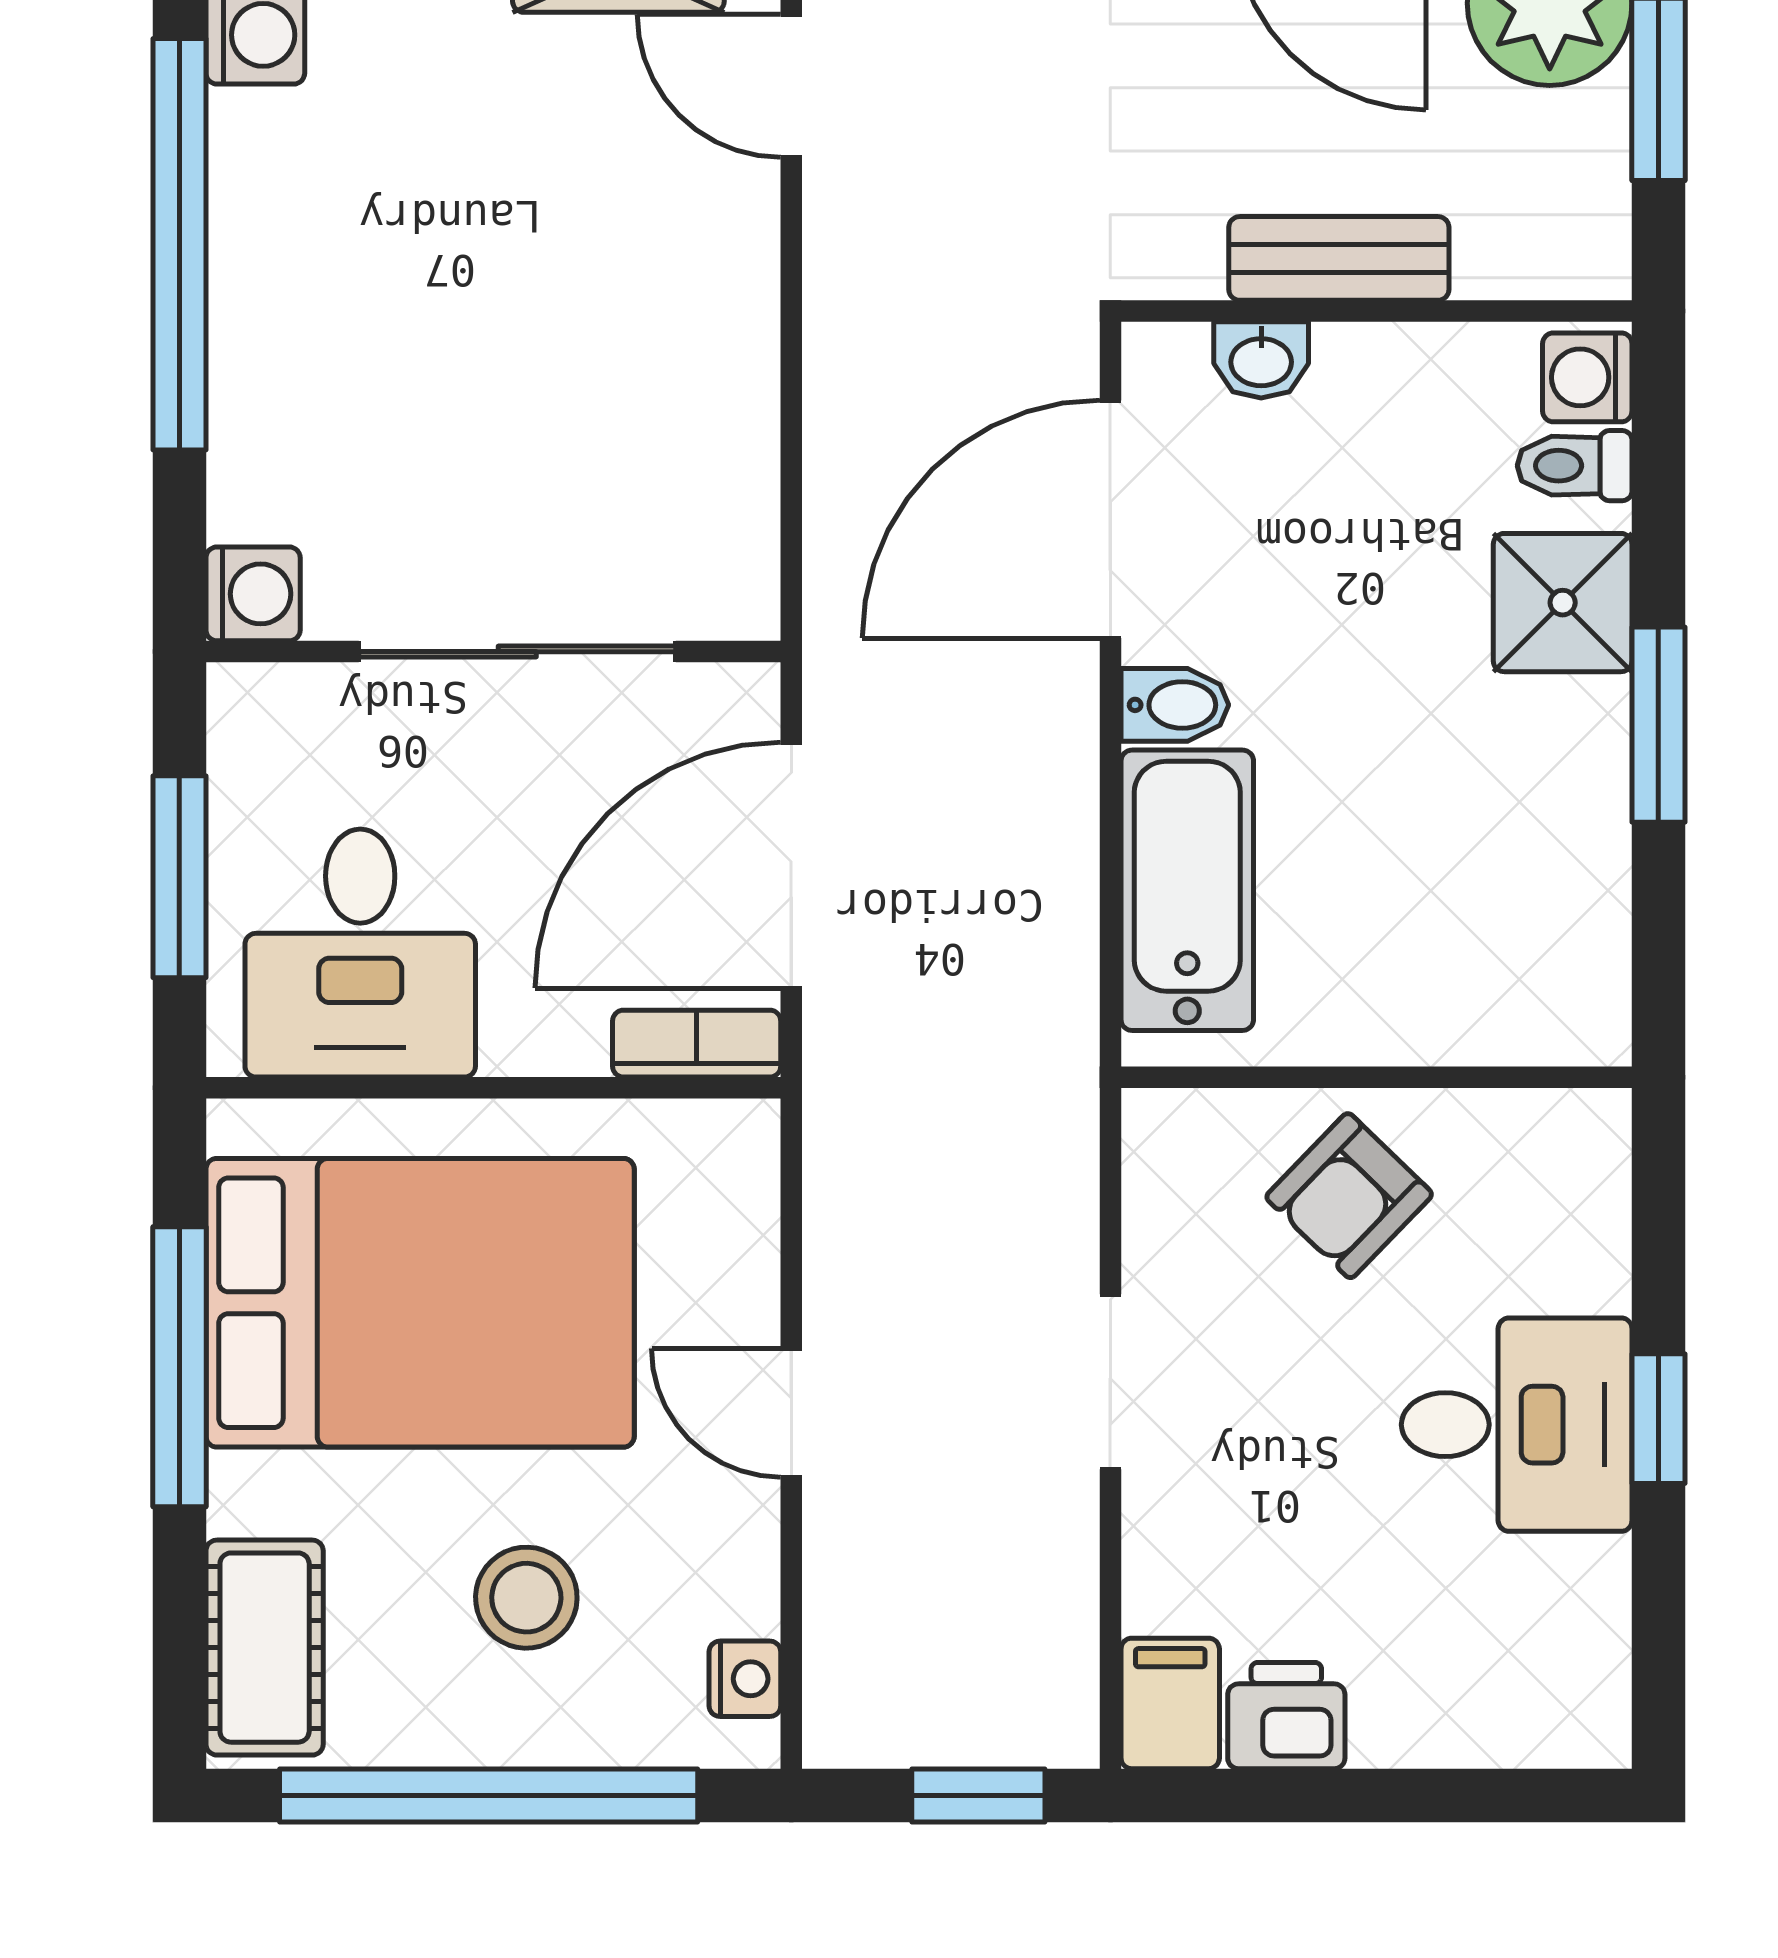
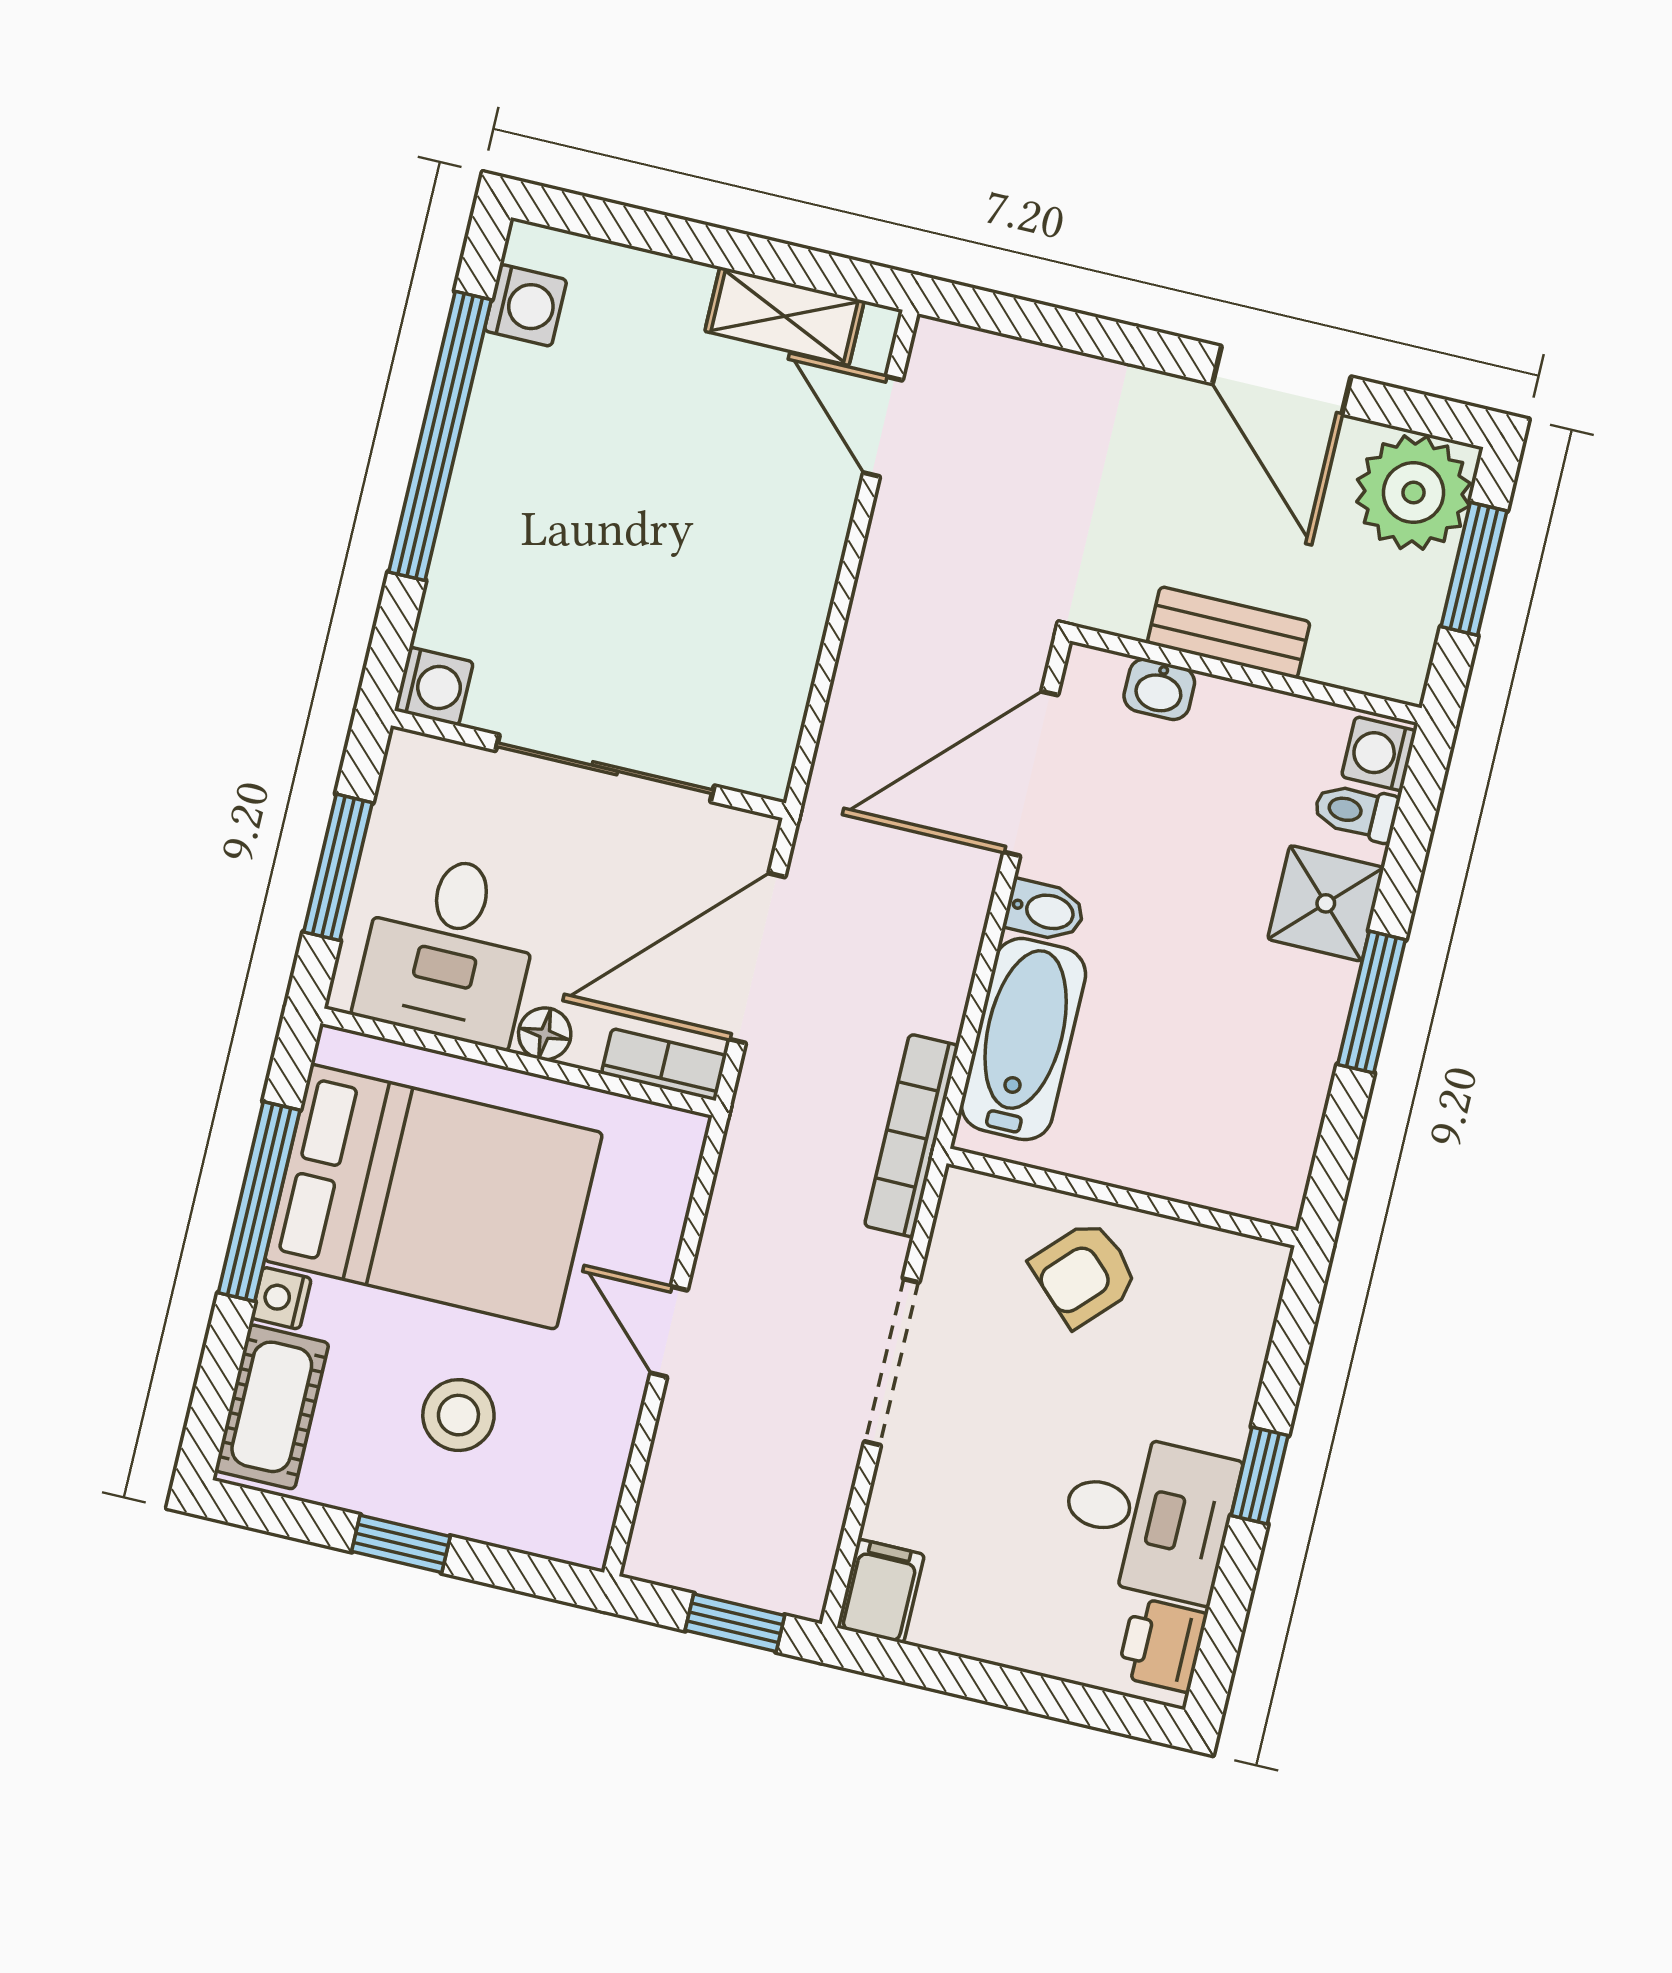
floor lamp: (521, 1040) -> (545, 1034), added
bookcase: (1064, 1061) -> (912, 1136), added
doorway: (1110, 1382) -> (892, 1362), width x1.38
desk: (1517, 1425) -> (1148, 1516), moved
nightstand: (745, 1679) -> (281, 1298), moved, turned 180
printer: (1286, 1716) -> (1162, 1645), moved, turned -90
window: (489, 1795) -> (401, 1544), width x0.32

